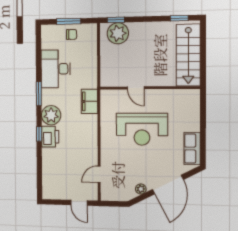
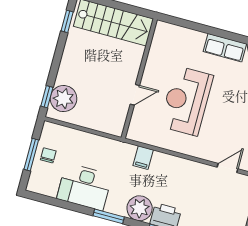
filing cabinet: (89, 101) -> (143, 158), width x0.50
reception desk: (142, 129) -> (186, 101), turned 180
door: (99, 174) -> (227, 168), swing flipped

